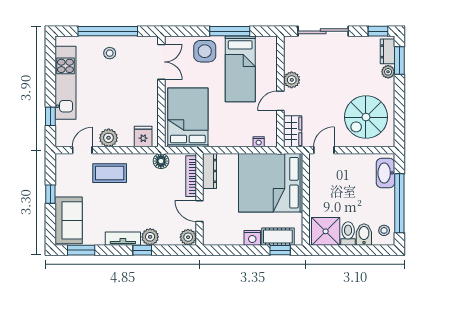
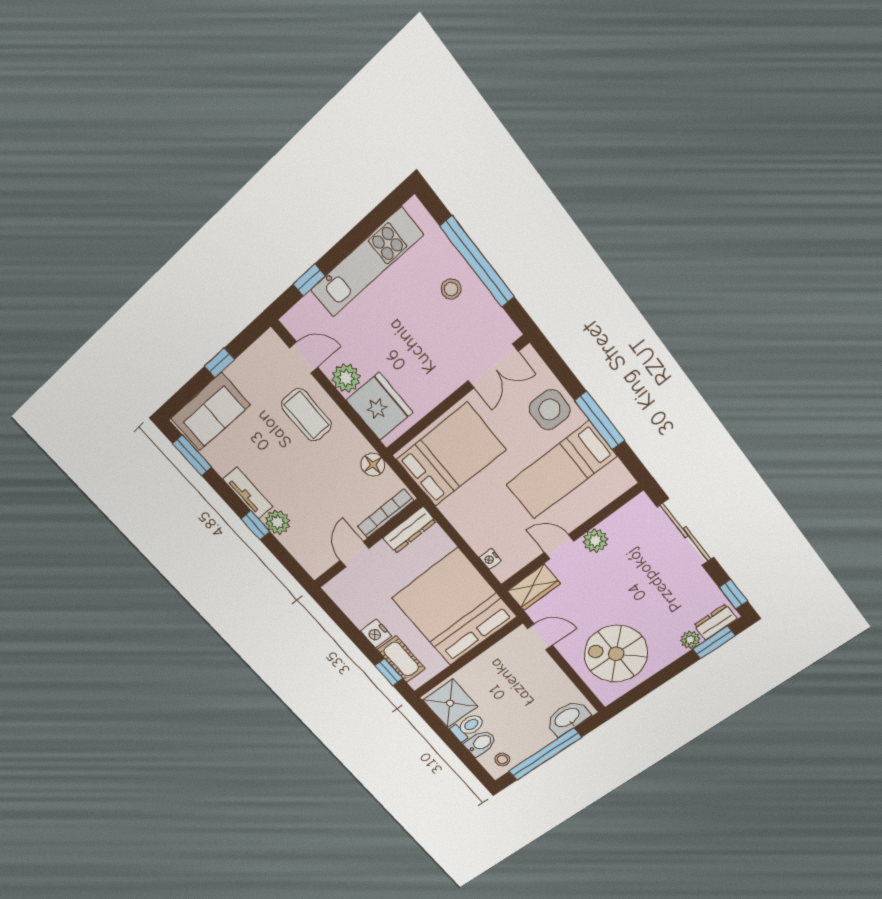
fridge: (143, 137) -> (380, 406), width x1.88, depth x1.34
plant: (188, 237) -> (315, 565), removed

